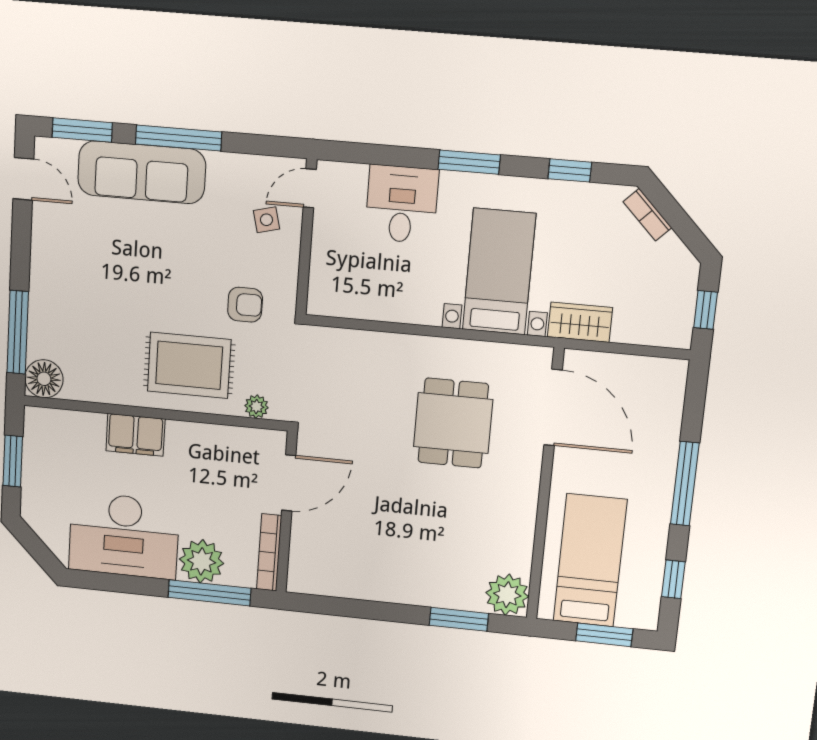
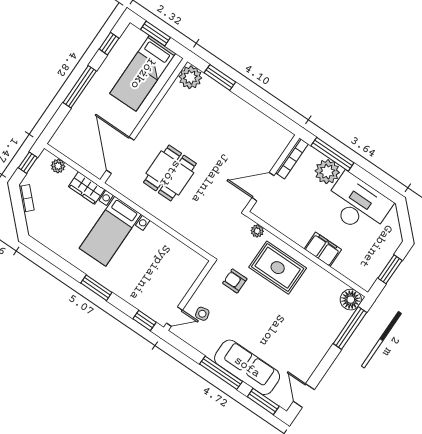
window: (570, 170) -> (144, 321), moved
desk: (402, 204) -> (137, 286), removed
bookcase: (647, 215) -> (27, 198), moved
plant: (650, 333) -> (58, 166), added

